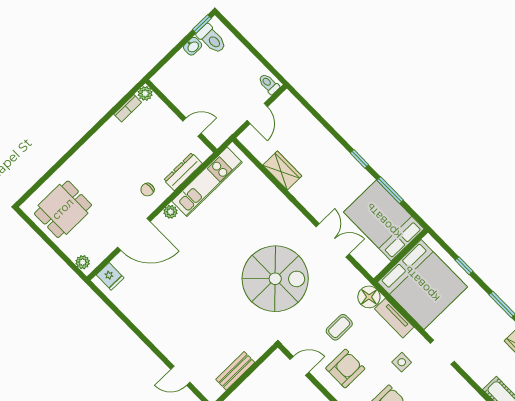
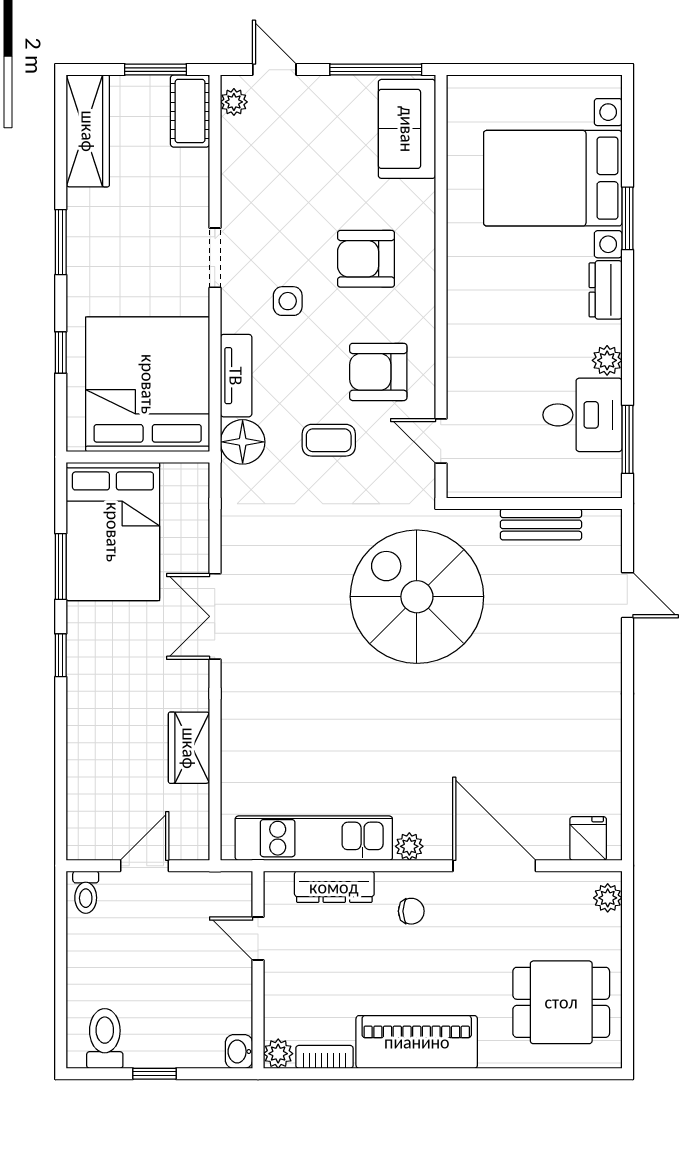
window: (202, 24) -> (155, 1074), moved
washbasin: (193, 46) -> (239, 1051), moved, turned -90
piano: (100, 145) -> (417, 1042), added
double door: (333, 240) -> (215, 616), moved
spiral stairs: (275, 279) -> (417, 597), moved

